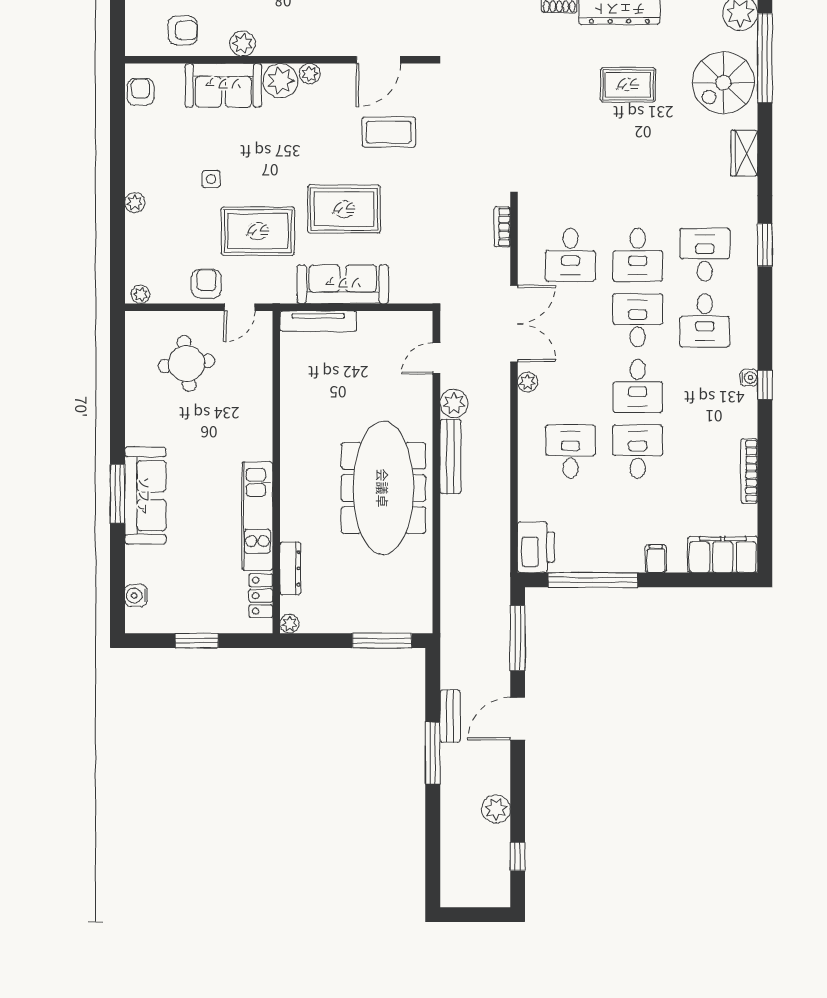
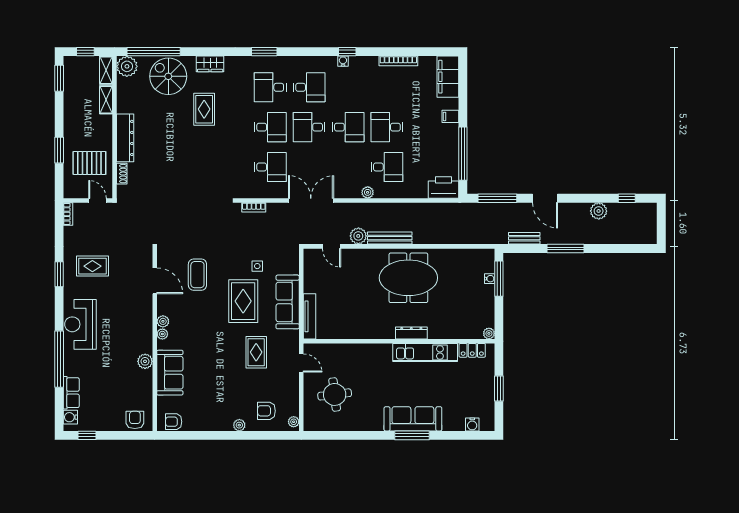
armchair: (183, 30) -> (135, 420), moved
plant: (280, 81) -> (162, 334), width x0.53, depth x0.53
spiral stairs: (723, 83) -> (168, 76), turned 180
rug: (628, 85) -> (204, 109), moved
side table: (211, 179) -> (257, 266), moved
rug: (258, 231) -> (256, 352), width x0.73, depth x0.70
armchair: (206, 284) -> (266, 411), moved
plant: (528, 382) -> (368, 192), moved
desk: (570, 452) -> (387, 167), turned 180
meeting table: (383, 488) -> (408, 278), width x0.73
dresser: (290, 569) -> (411, 333), moved
water cooler: (382, 625) -> (490, 279), added
bench: (450, 716) -> (524, 238), moved

